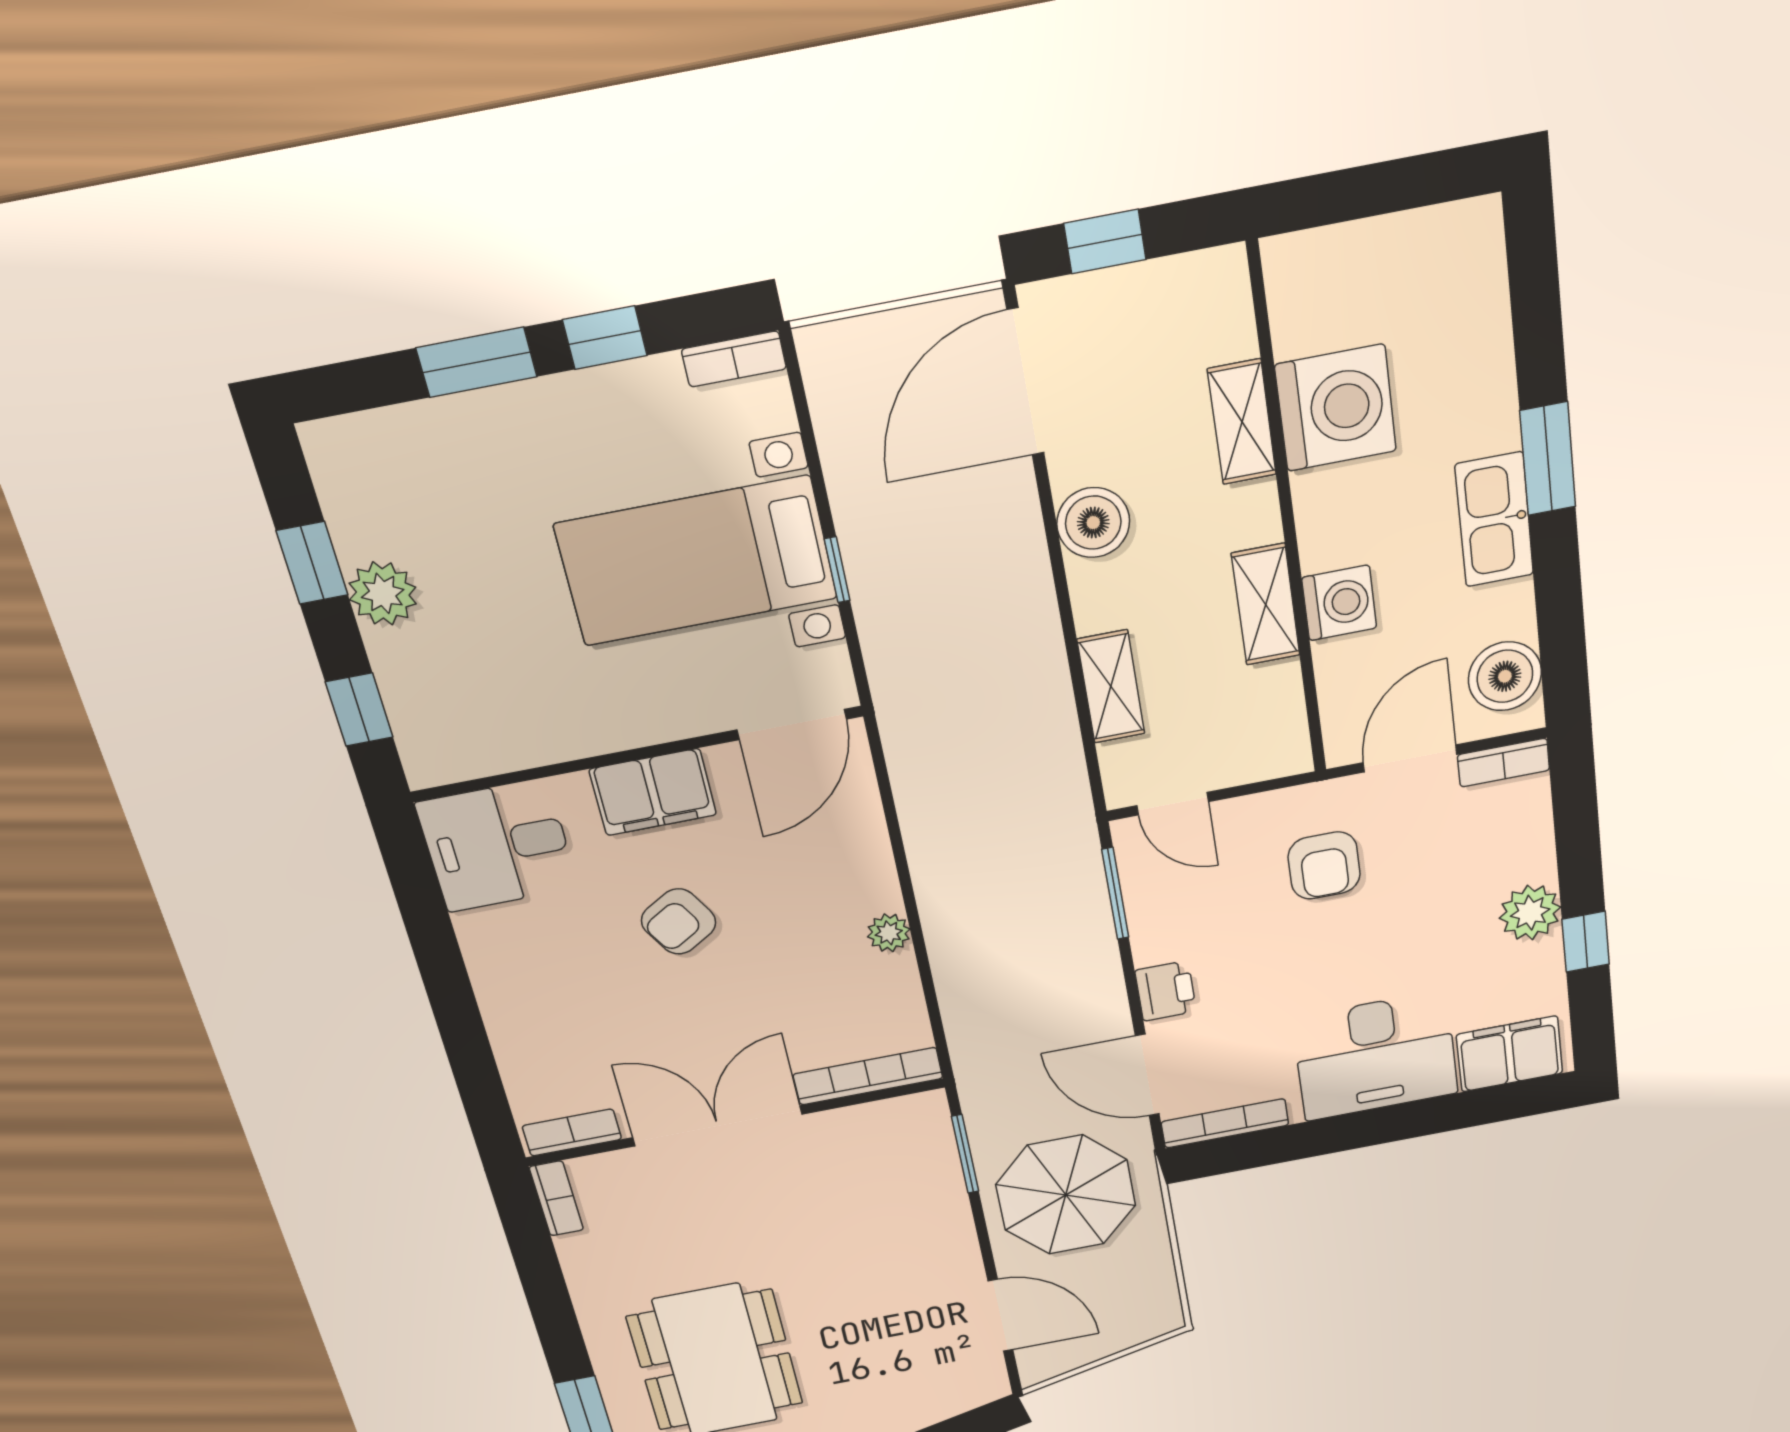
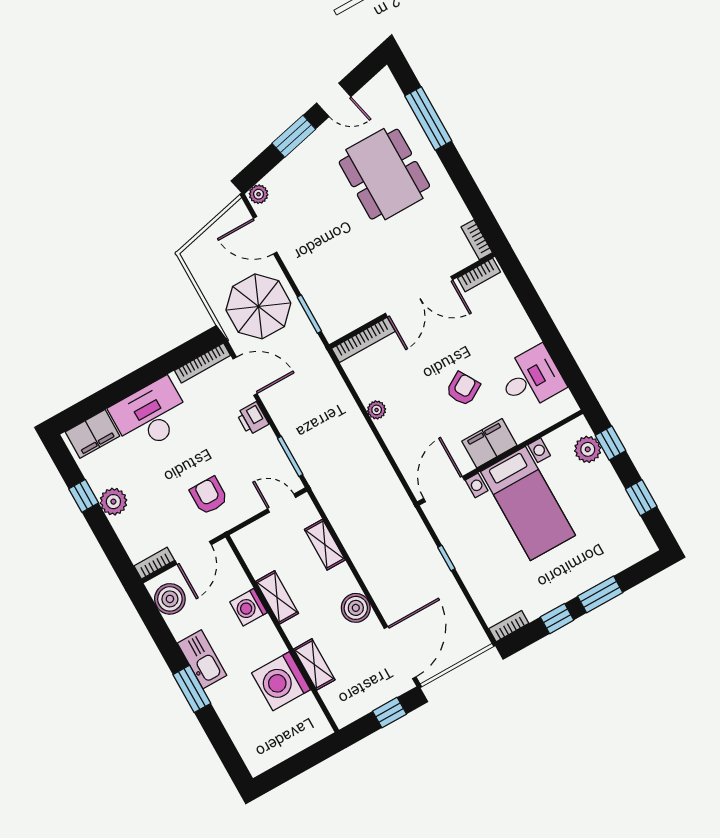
bed with nightstands: (696, 561) -> (528, 503), moved, turned 90
plant: (383, 594) -> (588, 449), moved
desk: (497, 846) -> (531, 378), moved
plant: (985, 1387) -> (259, 194), added

